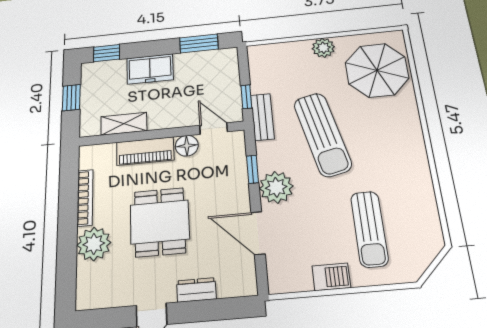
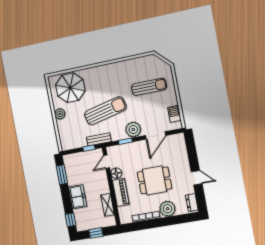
barbecue: (331, 277) -> (174, 114), moved
dresser: (196, 290) -> (192, 203), moved

